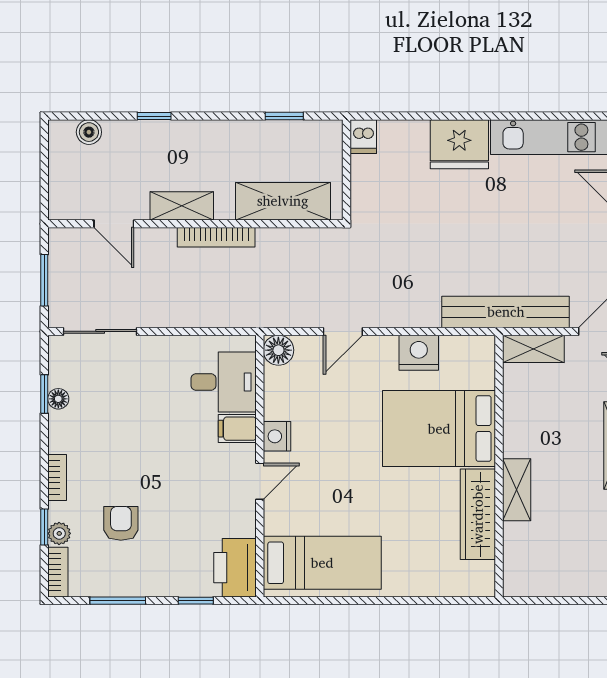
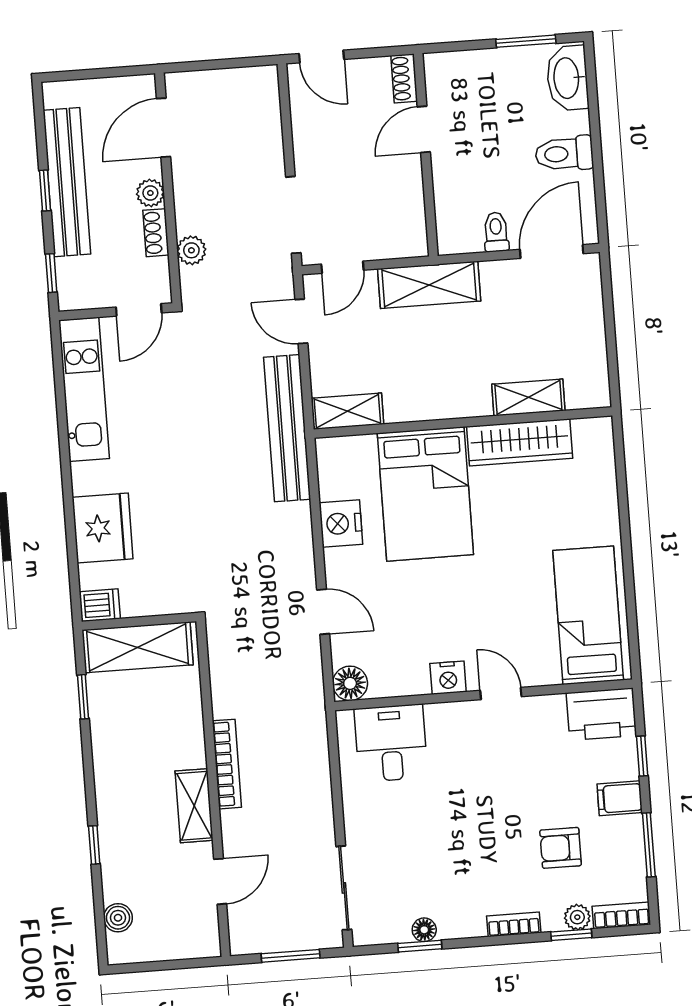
fridge: (459, 144) -> (103, 528), moved
shelving: (283, 201) -> (138, 647), moved, turned 90
shelving: (533, 349) -> (347, 411), moved, turned 90
filing cabinet: (237, 429) -> (620, 798), moved, turned 90
shelving: (517, 490) -> (528, 397), moved

